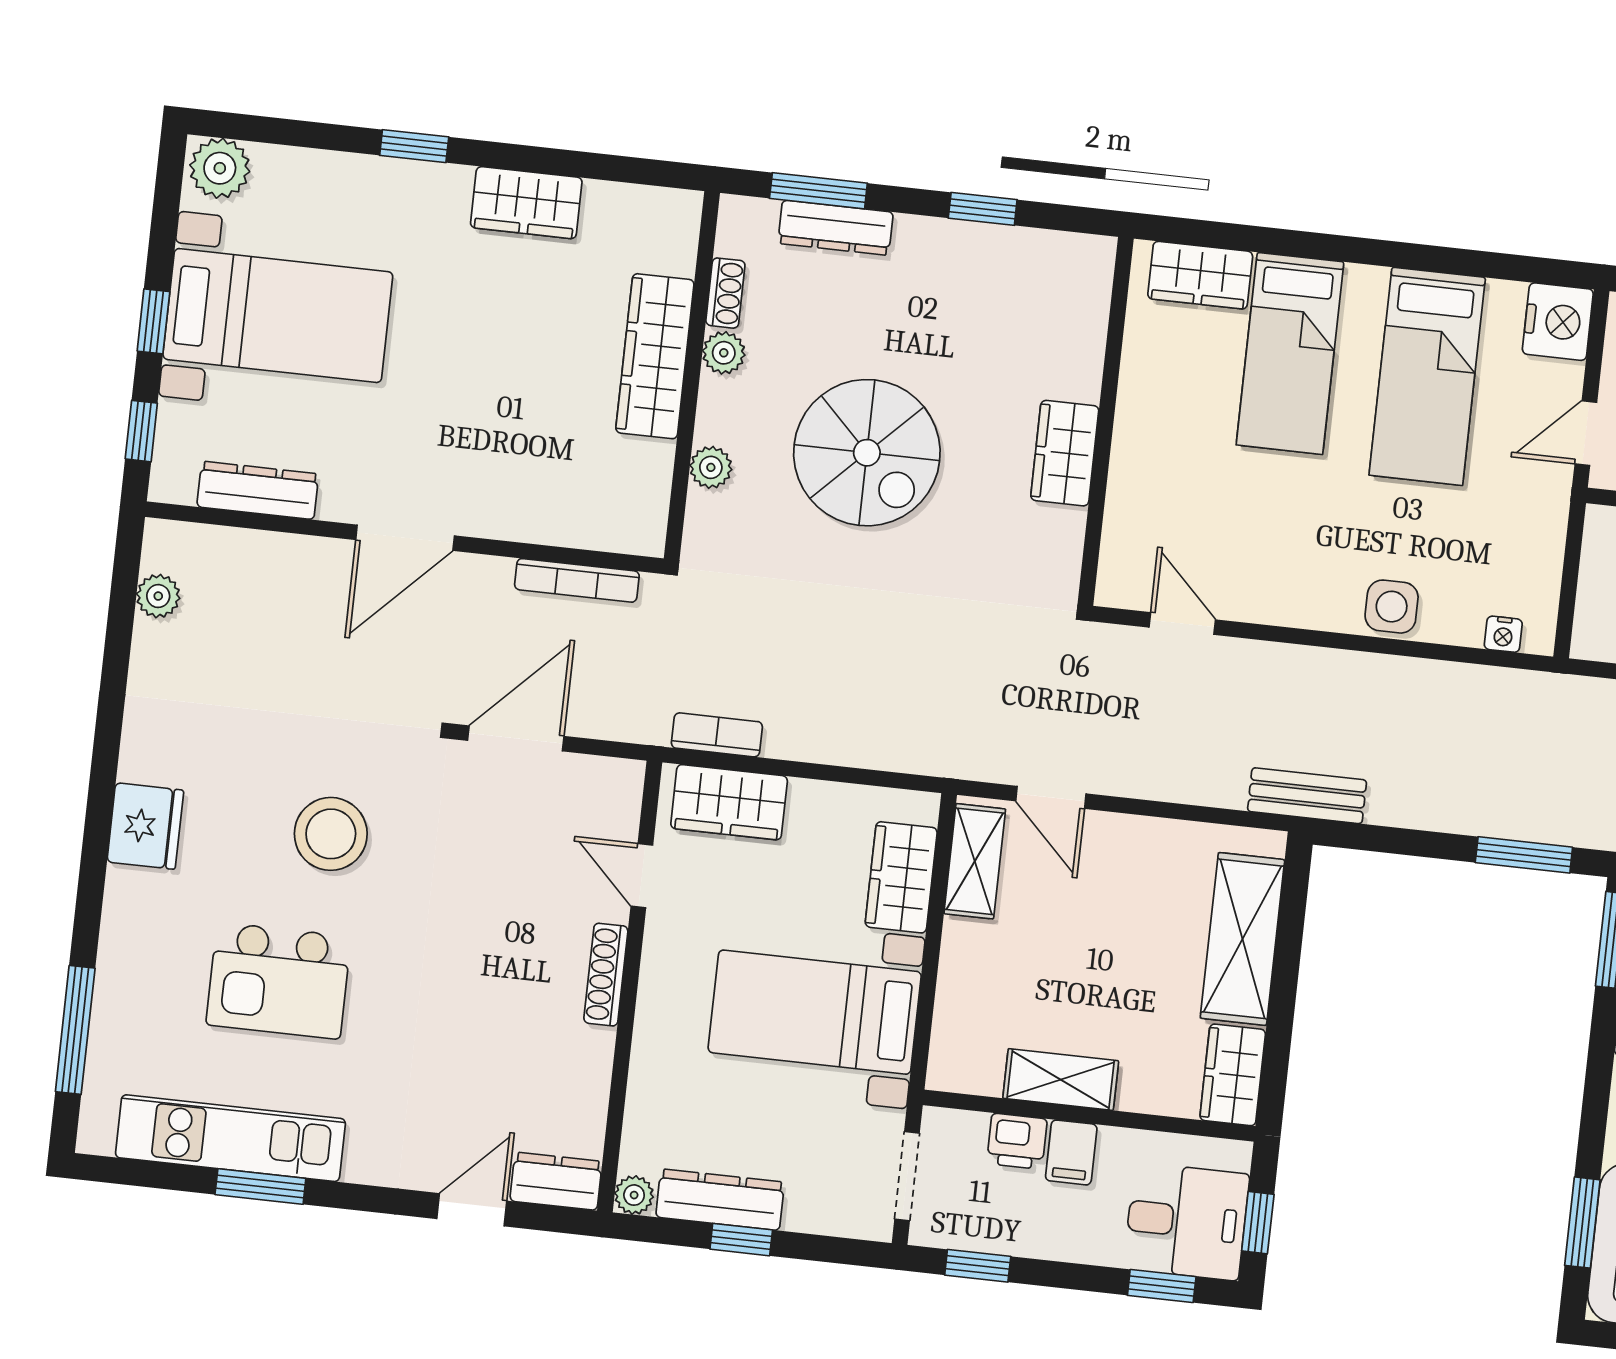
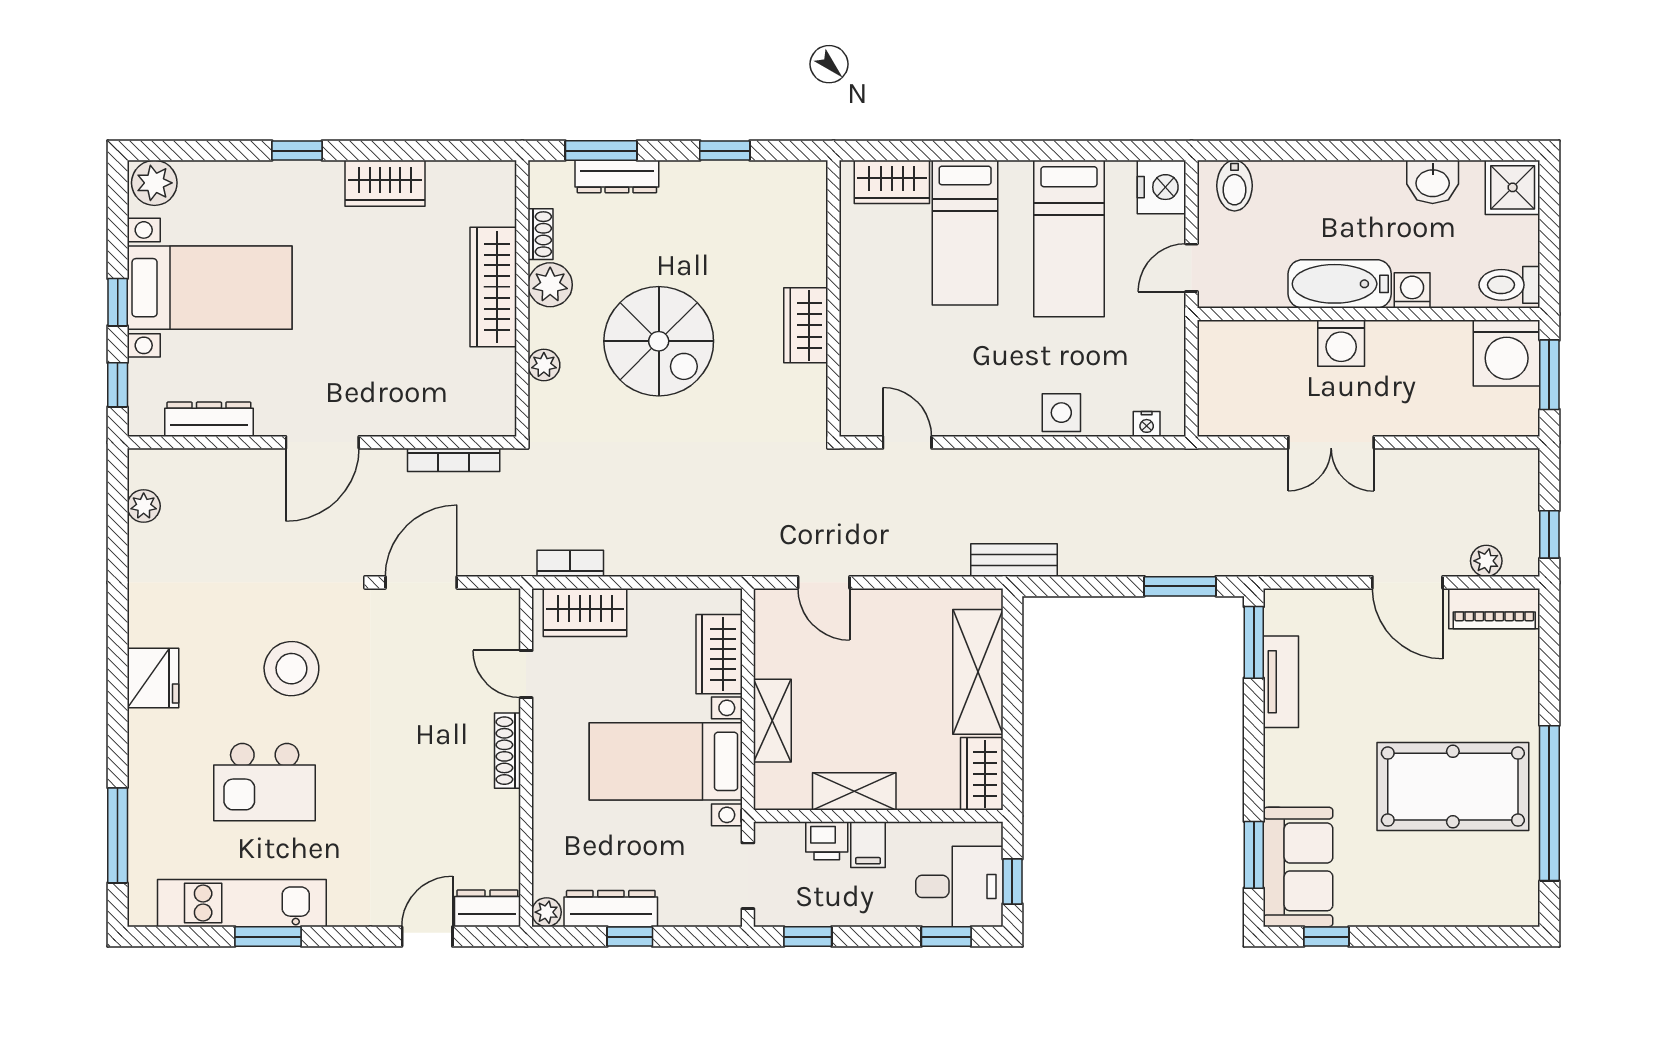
plant: (724, 353) -> (550, 285), width x1.38, depth x1.38
shelving: (975, 861) -> (772, 721), moved

